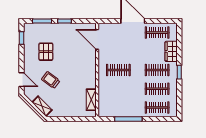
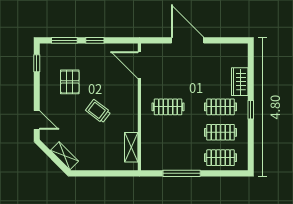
clothes rail: (157, 33) -> (221, 56), removed
trolley: (51, 80) -> (98, 111), moved

